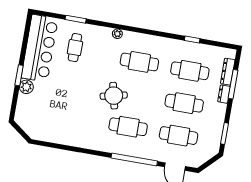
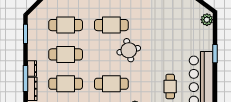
plant: (26, 87) -> (207, 20), moved

